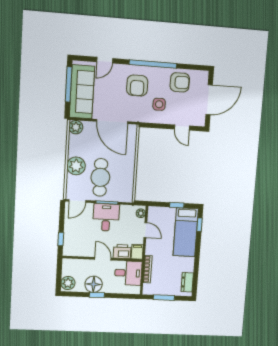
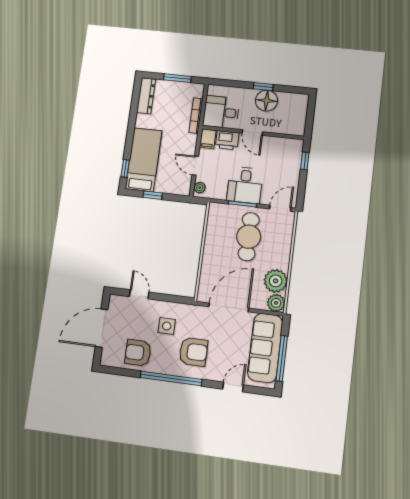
armchair: (137, 86) -> (193, 352), turned 90
door: (112, 122) -> (229, 307), hinge flipped
plant: (76, 166) -> (276, 281), moved
dresser: (187, 282) -> (146, 96), width x1.44
plant: (68, 283) -> (299, 104), removed

